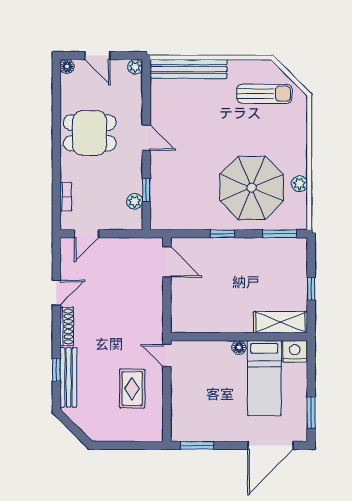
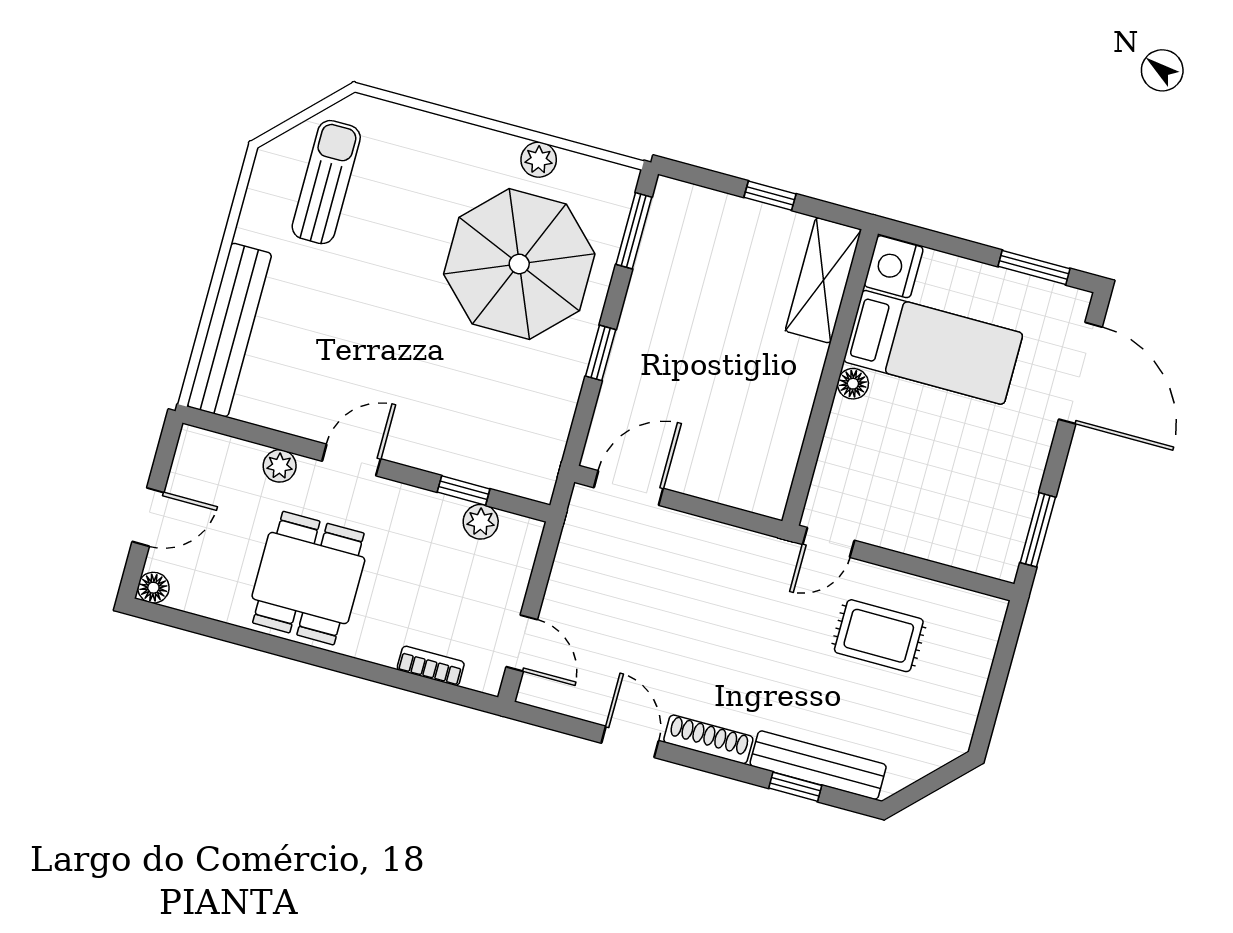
plant: (135, 67) -> (280, 466), moved

